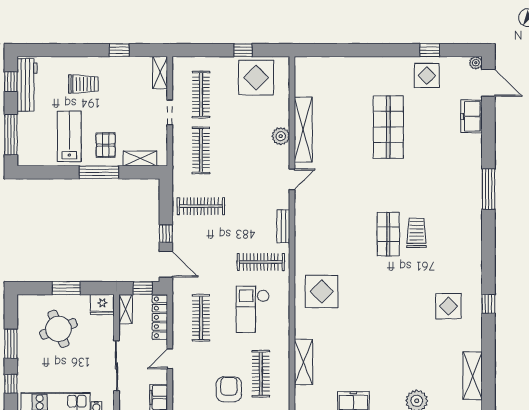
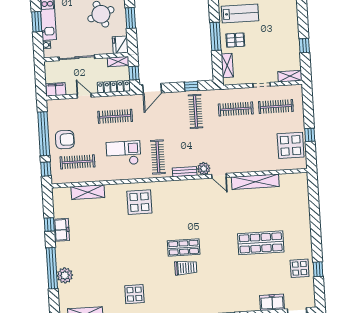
plant: (476, 63) -> (311, 303), removed
trolley: (83, 84) -> (278, 21), removed
plant: (281, 136) -> (204, 169), moved
window: (166, 234) -> (191, 86), moved

